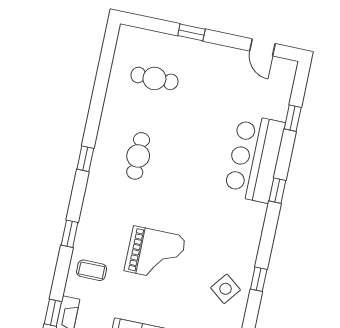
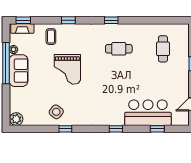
bar counter: (255, 158) -> (148, 113), moved

